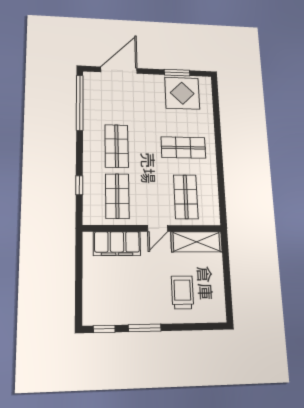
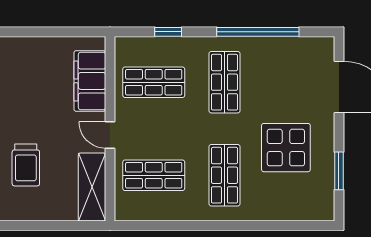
display table: (182, 93) -> (286, 148), moved
window: (80, 103) -> (258, 32), moved
shop shelf: (117, 146) -> (224, 82), turned 90
trolley: (182, 292) -> (26, 165), turned 90

